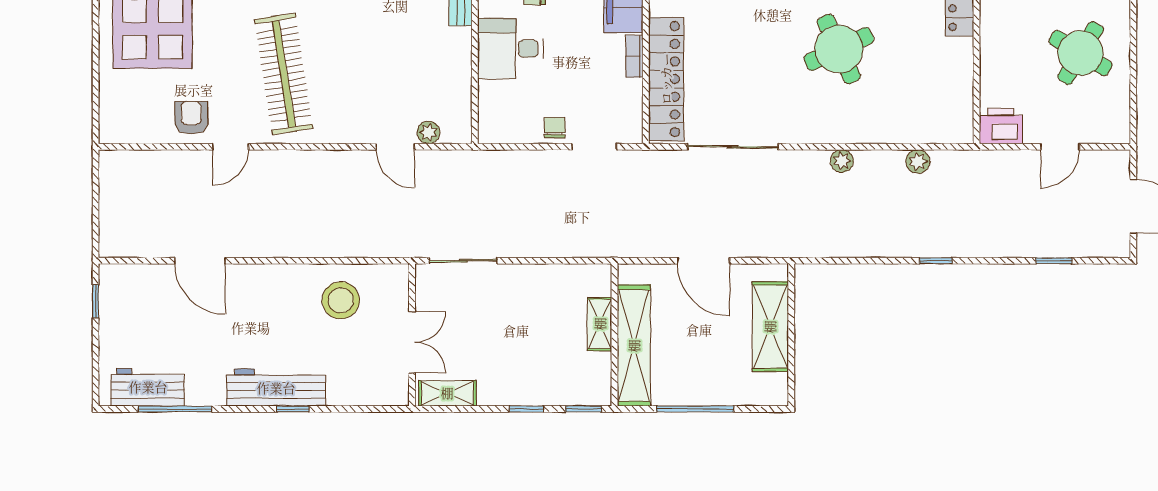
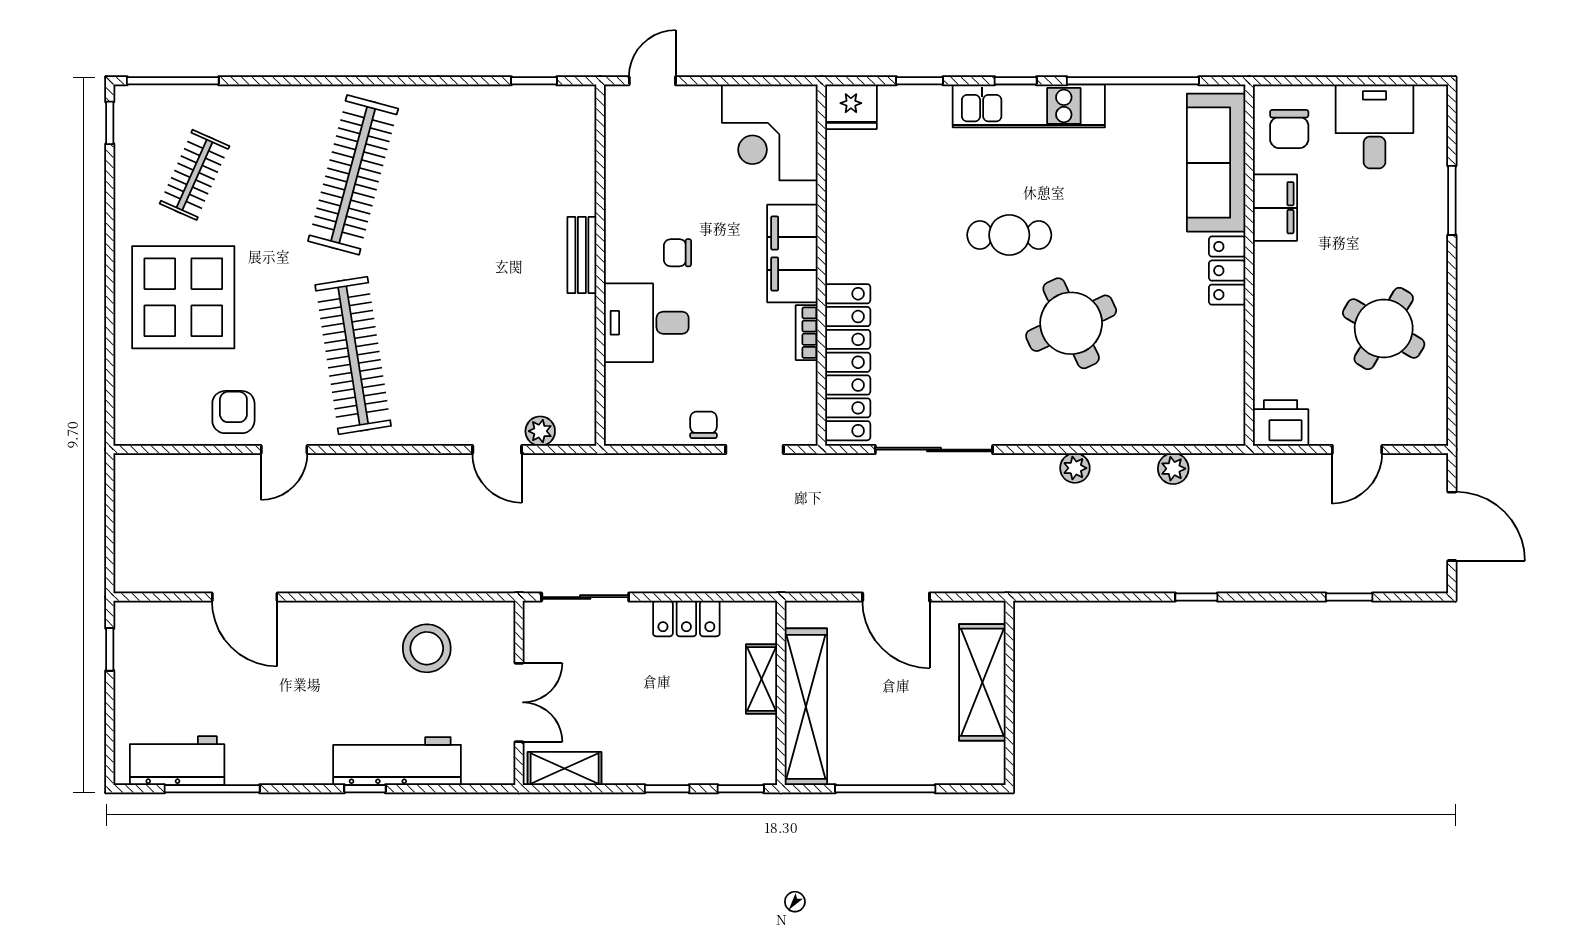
locker: (541, 277) -> (686, 618), added
workbench: (276, 388) -> (397, 761), moved

